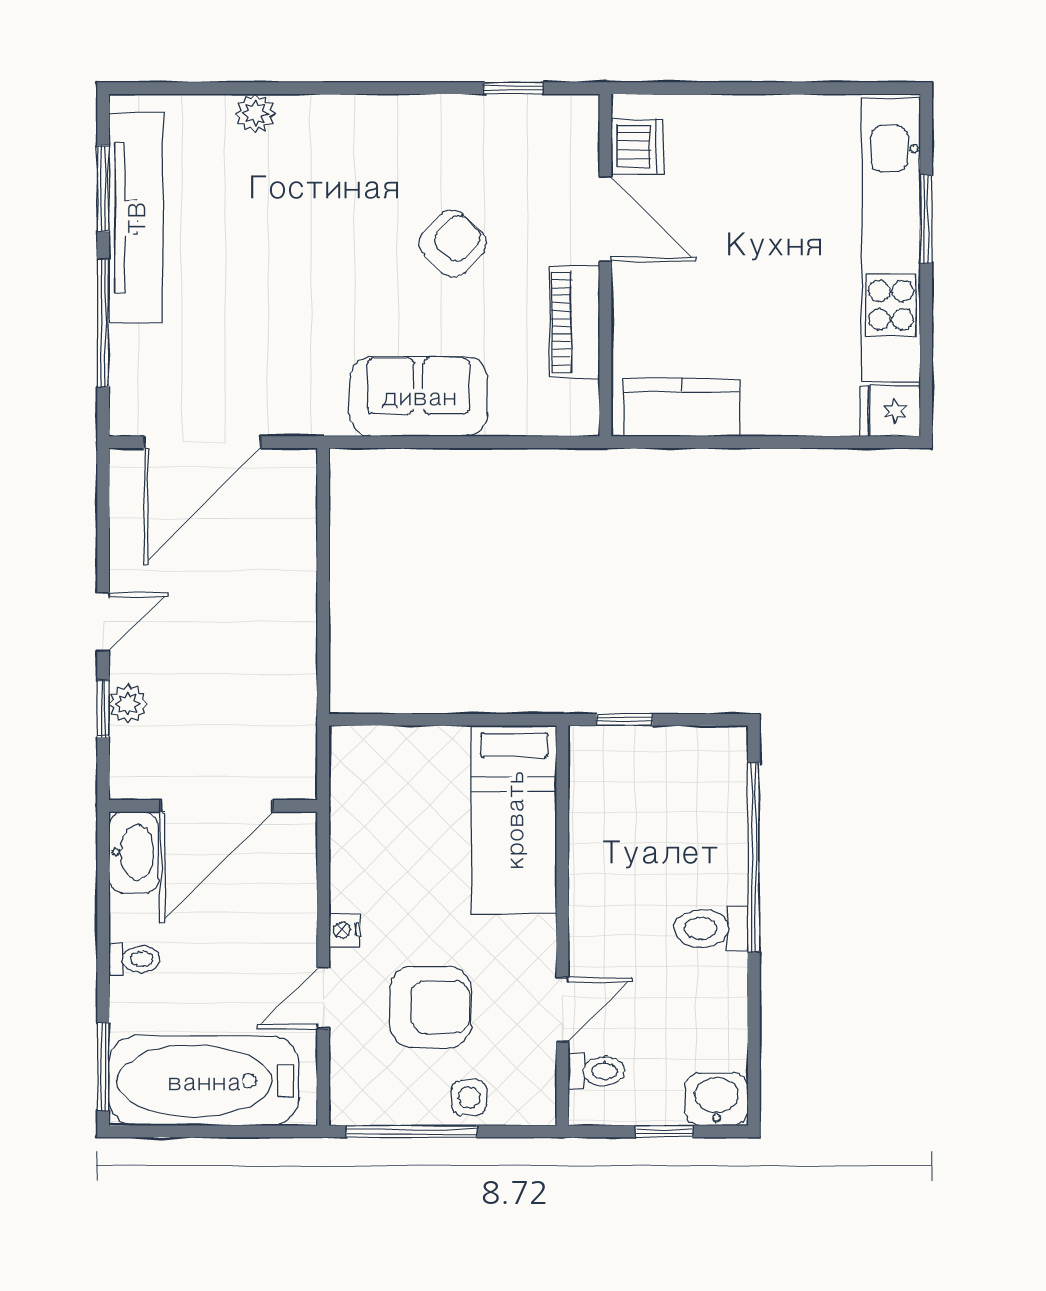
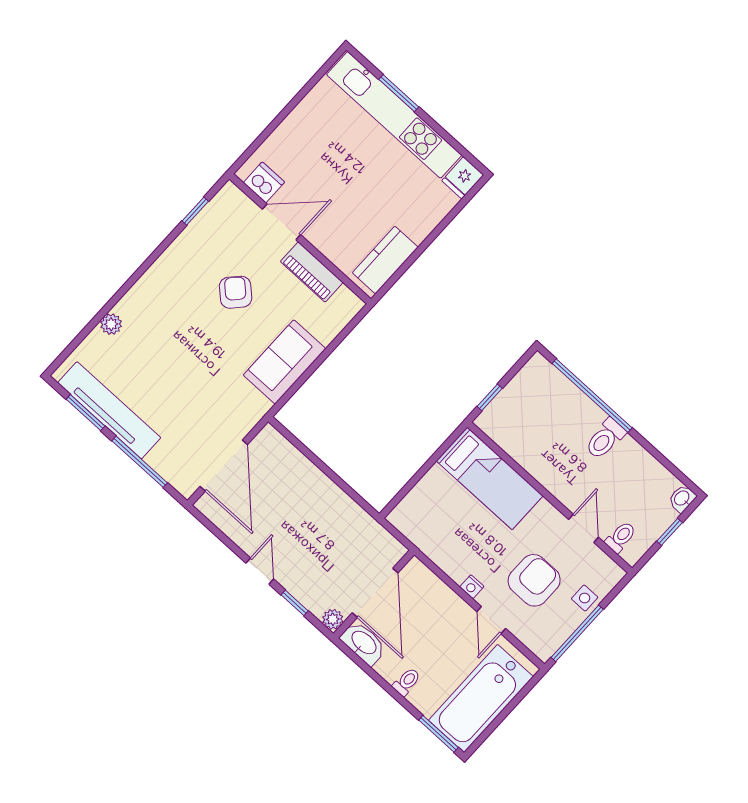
plant: (128, 704) -> (333, 619), moved
washbasin: (717, 1099) -> (682, 498), width x0.72, depth x0.69

